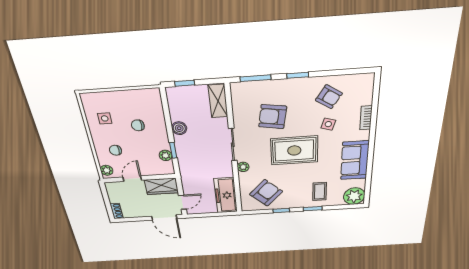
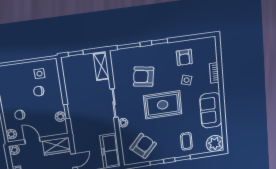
armchair: (329, 97) -> (184, 57), turned 57
side table: (105, 118) -> (39, 74), moved
boiler: (179, 128) -> (71, 91), removed
door: (132, 179) -> (32, 141), hinge flipped
plant: (111, 187) -> (14, 150), added

